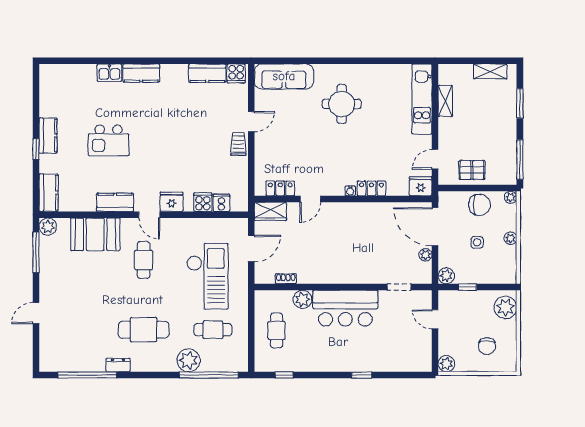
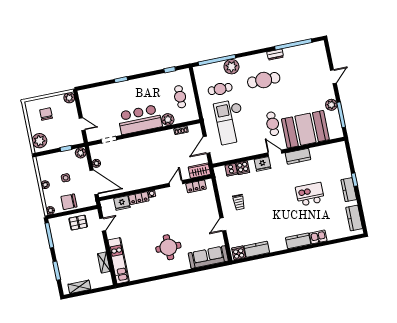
trolley: (238, 144) -> (239, 202), moved
fridge: (421, 186) -> (122, 203), moved
kitchen counter: (49, 193) -> (354, 218), moved
plant: (48, 227) -> (331, 105), moved
booth: (95, 234) -> (305, 129), width x1.36, depth x1.42

